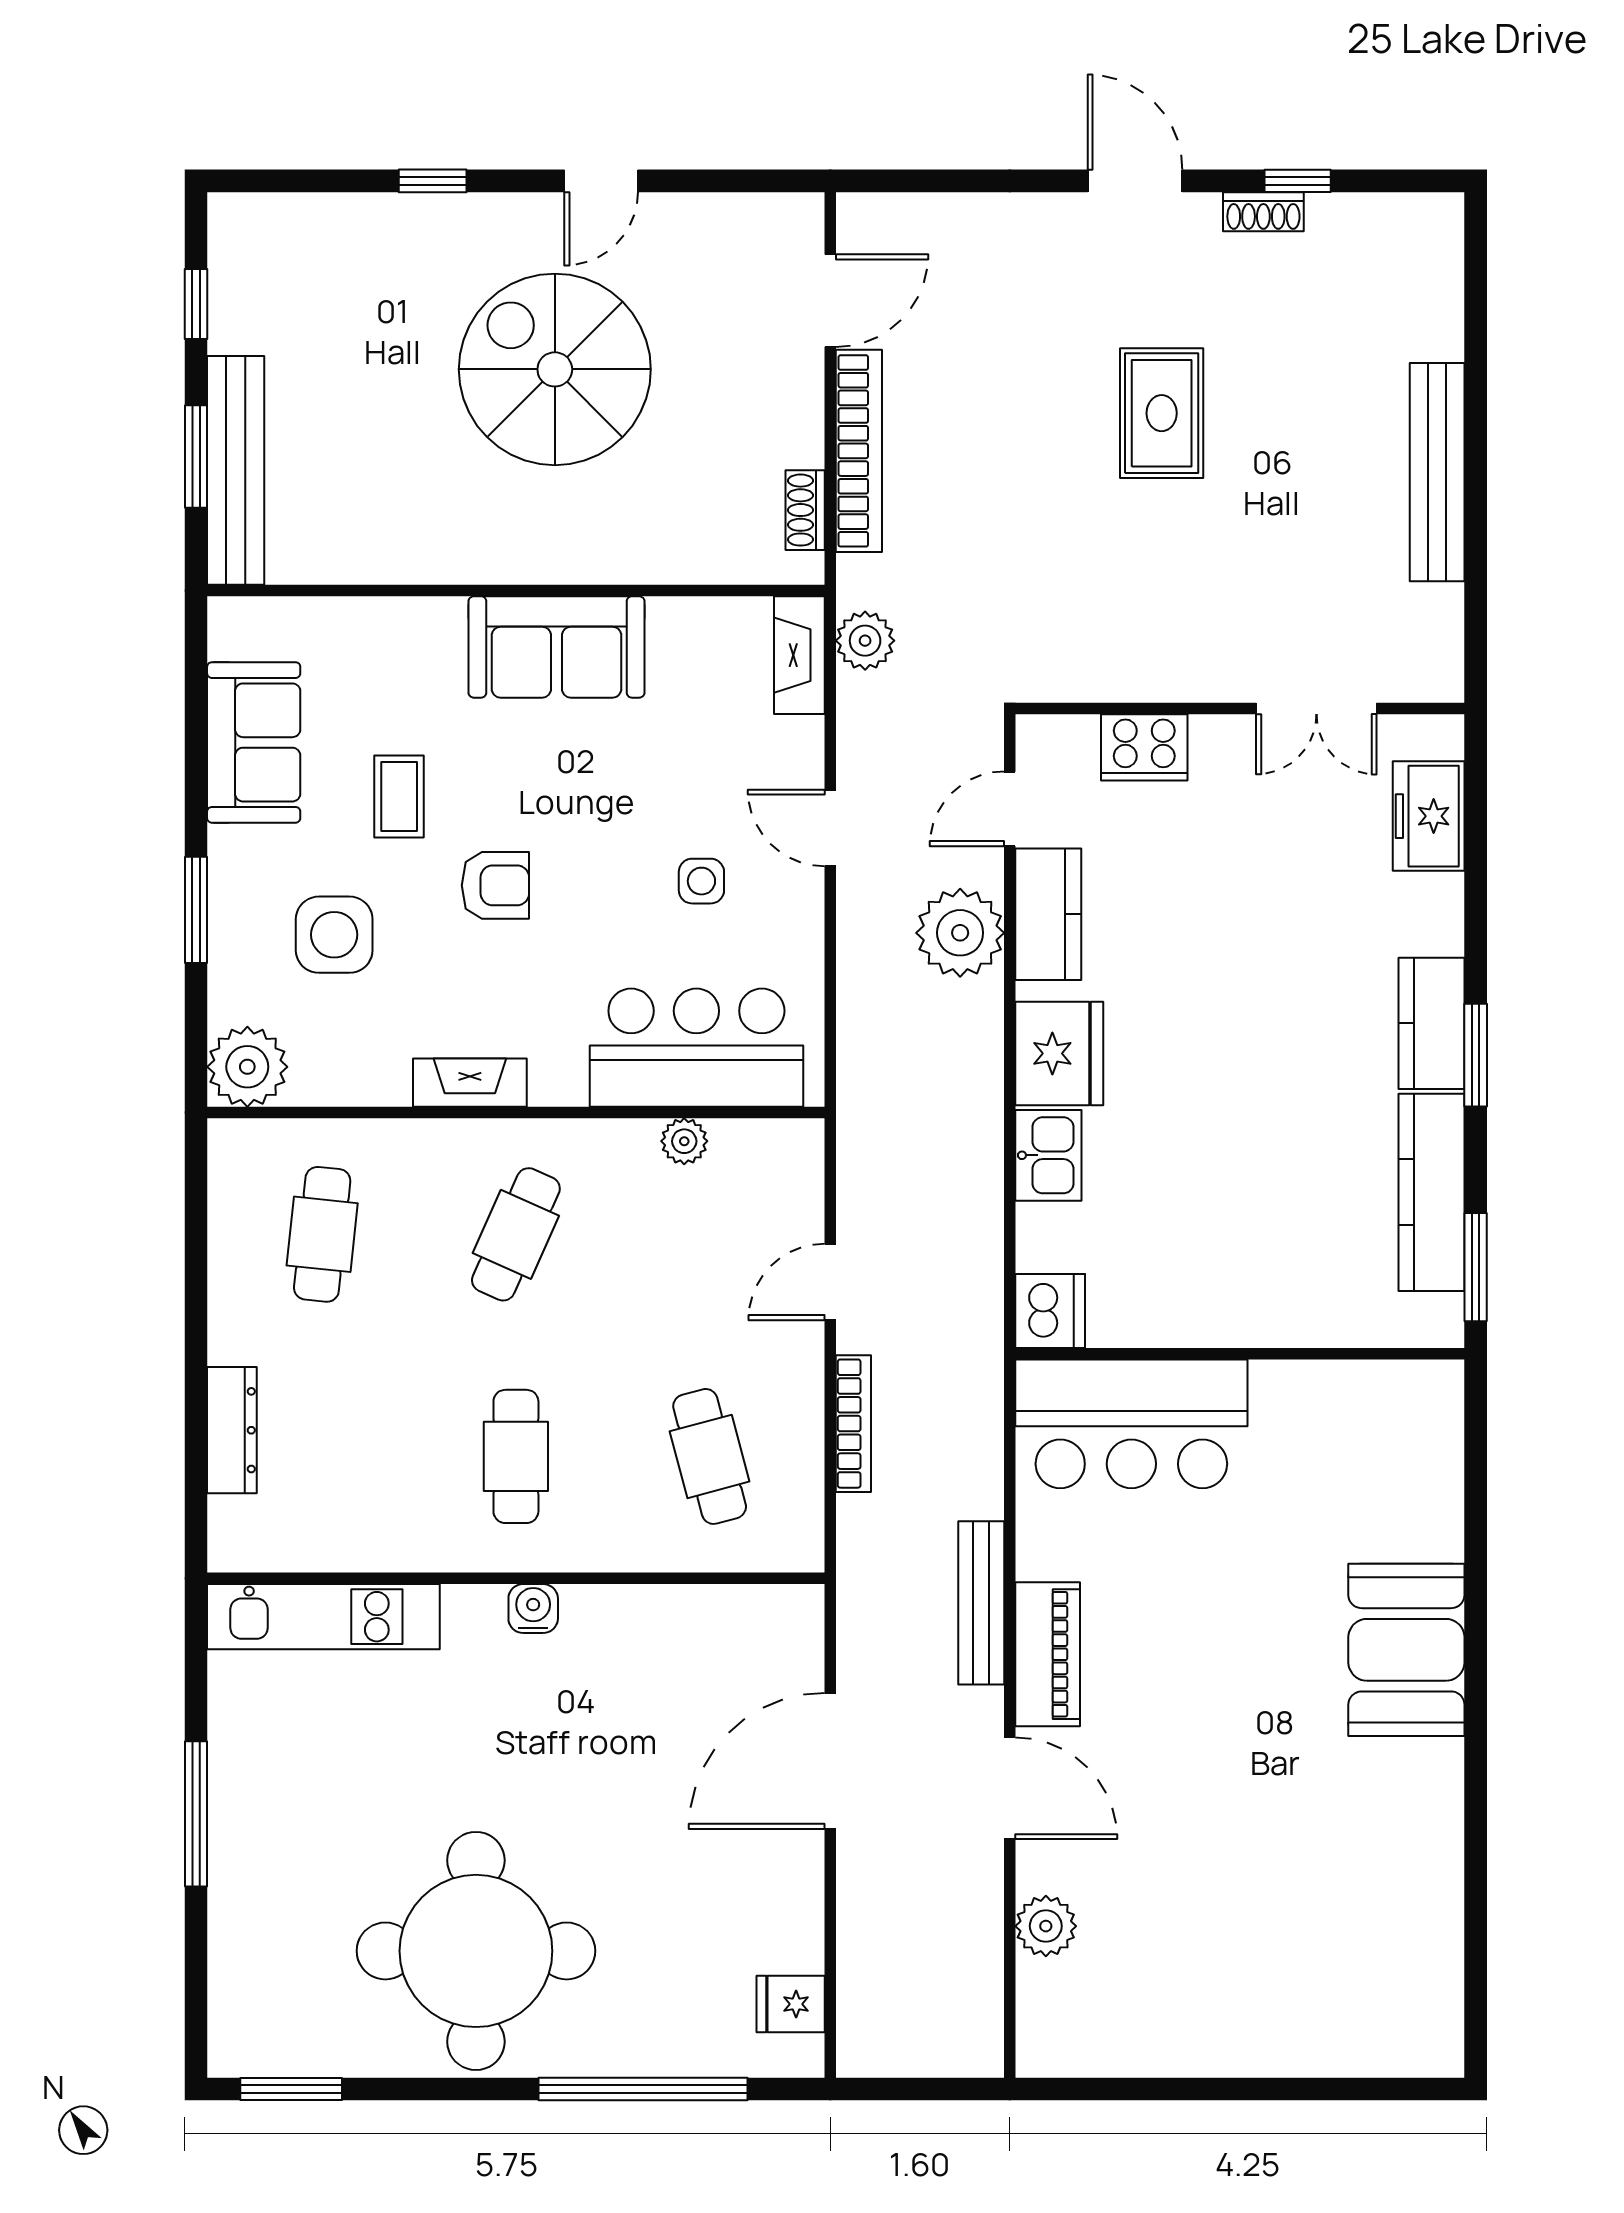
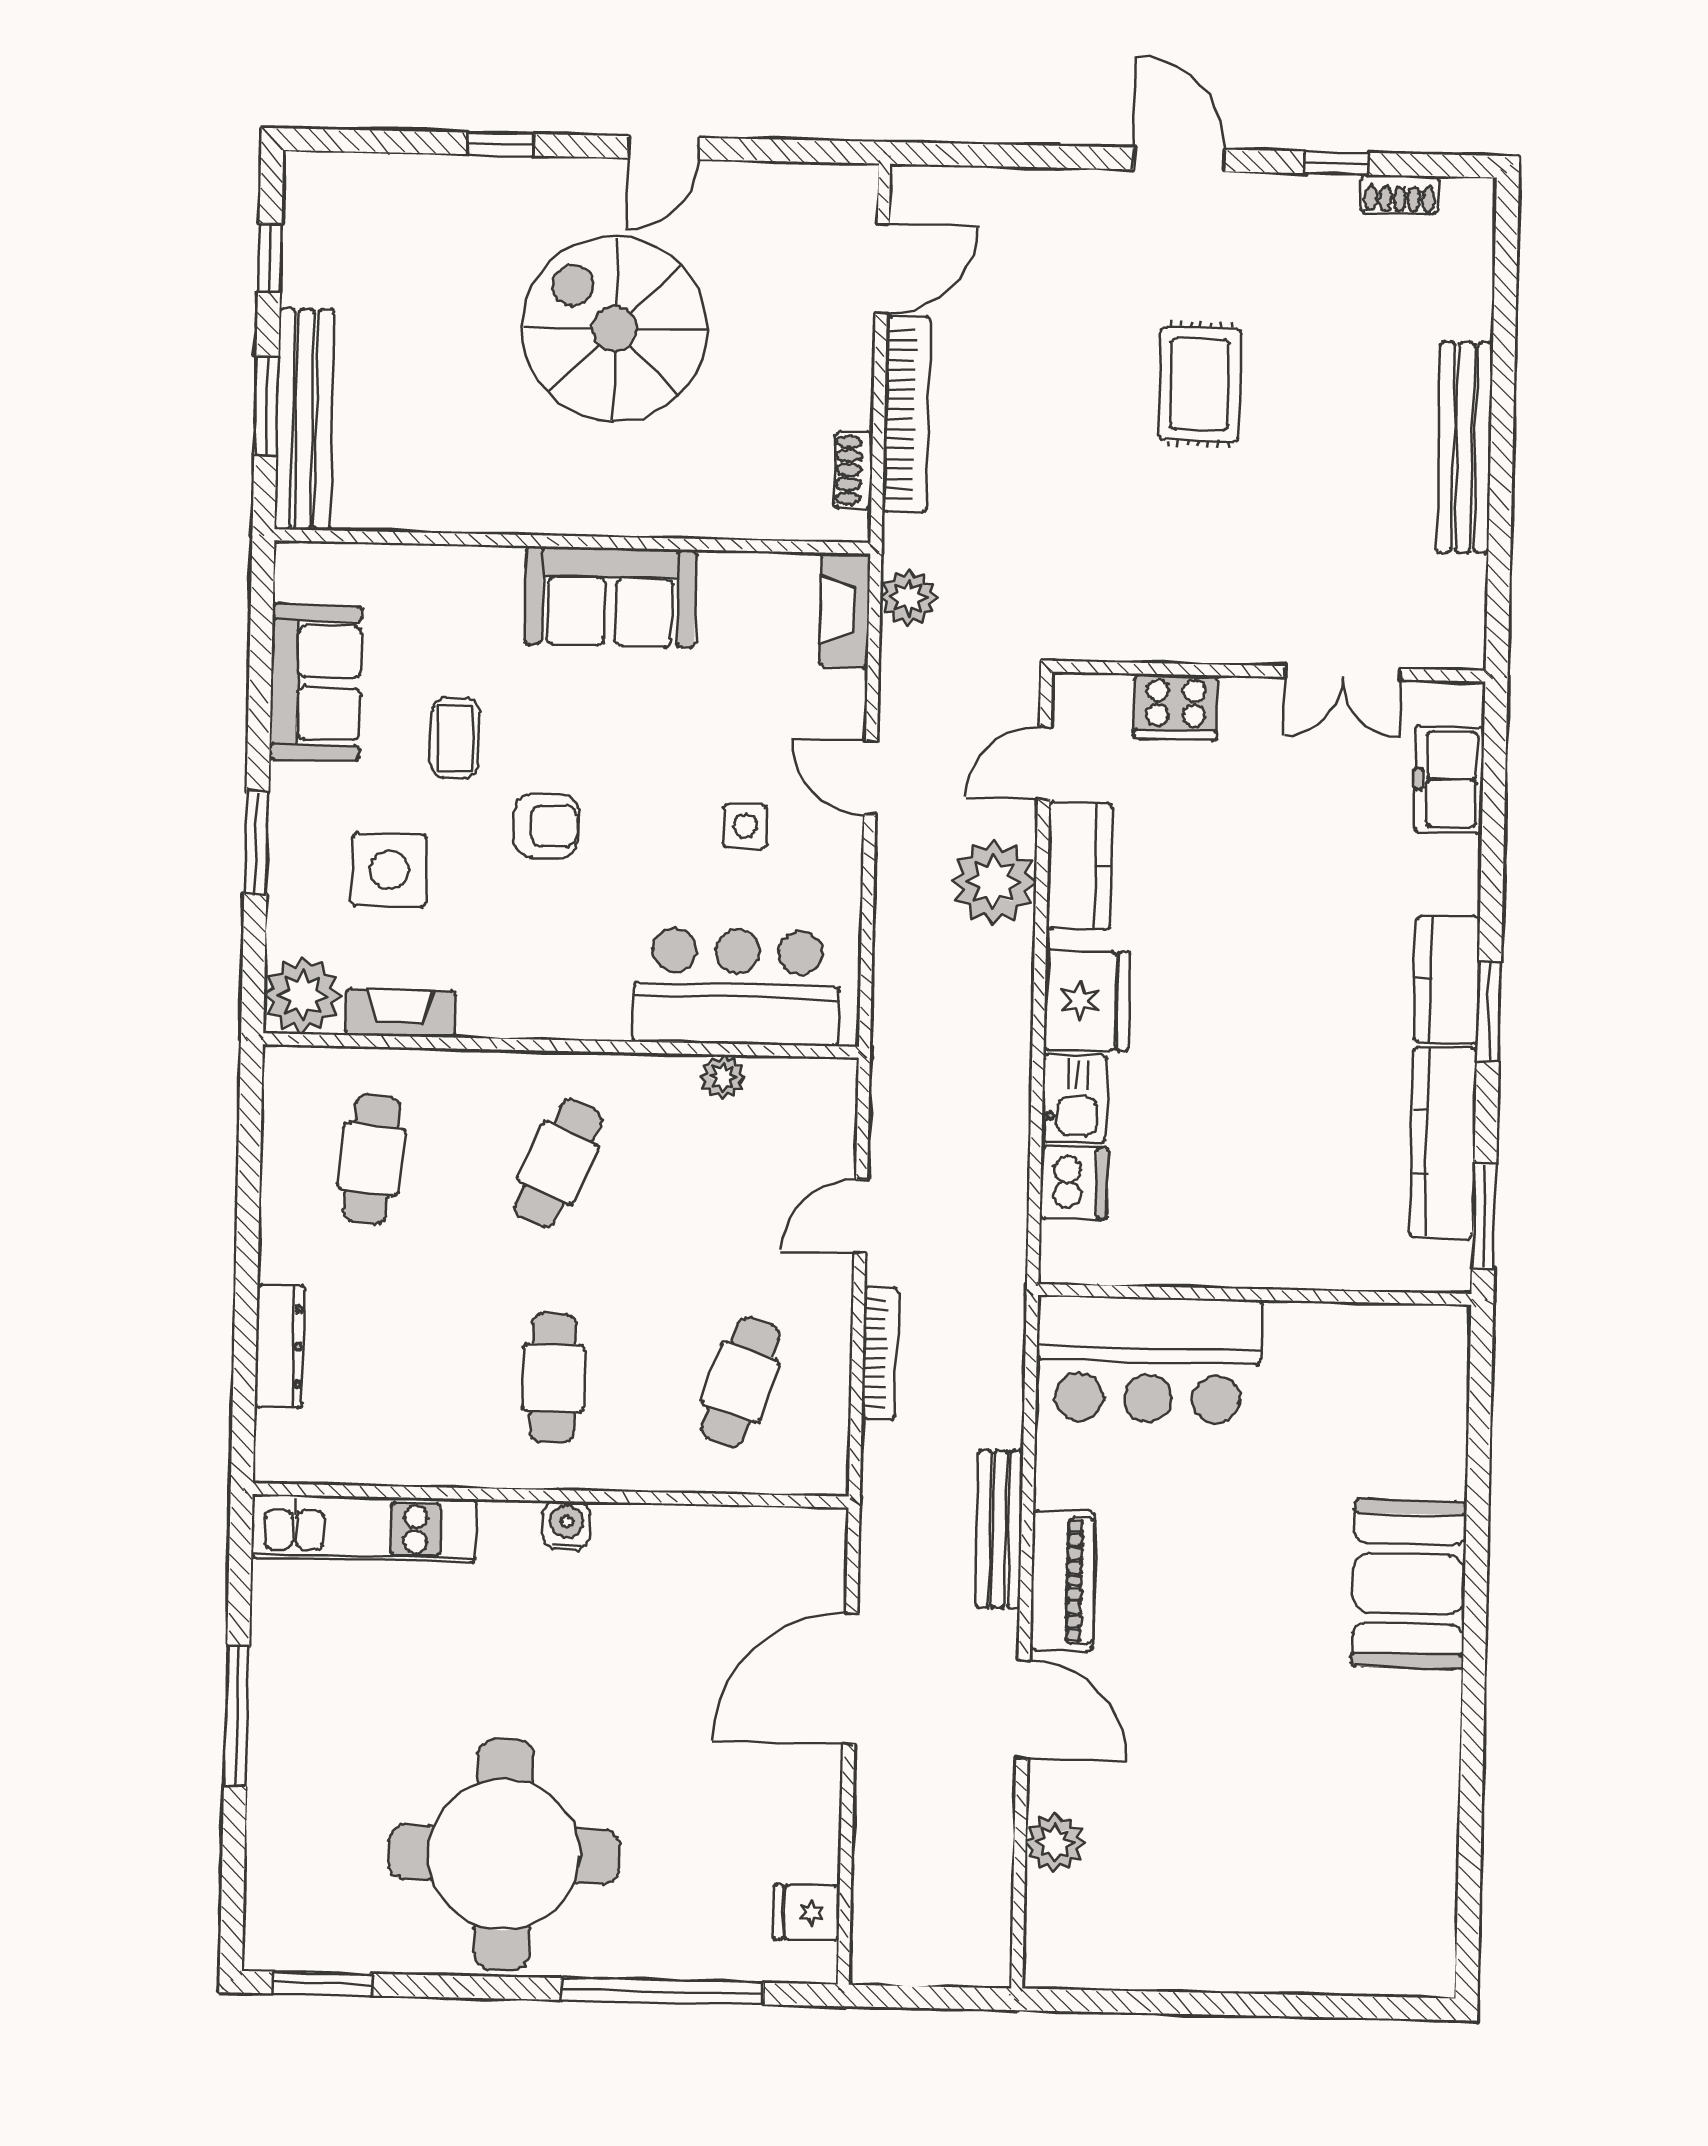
shoe rack: (1263, 212) -> (1400, 194), moved
fireplace: (470, 1083) -> (400, 1013), moved
dishwasher: (1050, 1311) -> (1074, 1183), moved
cafe table: (710, 1456) -> (740, 1382), turned 33

